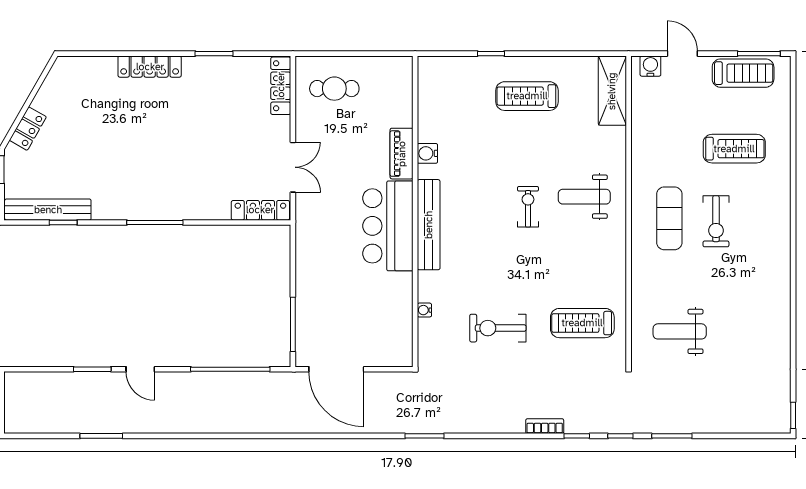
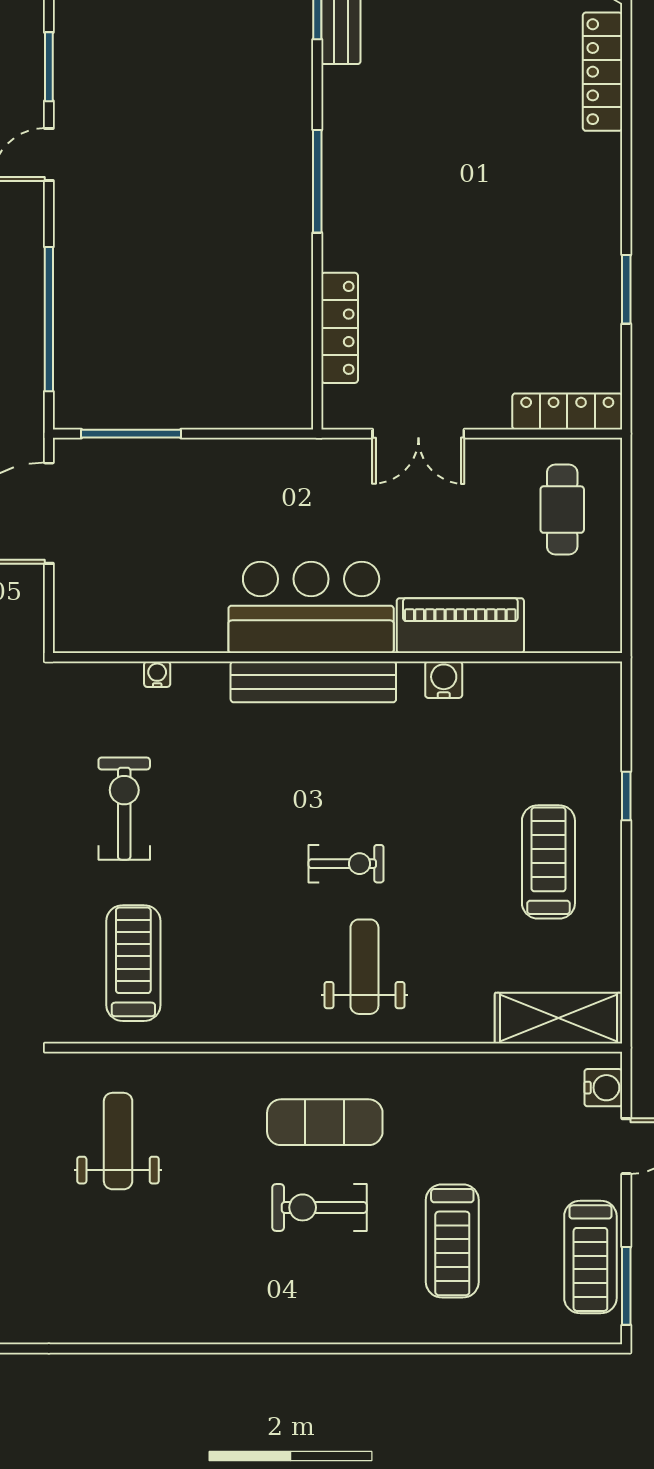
locker: (150, 67) -> (603, 72), moved
piano: (402, 154) -> (460, 626), width x1.37, depth x1.33
locker: (260, 210) -> (340, 328), moved

